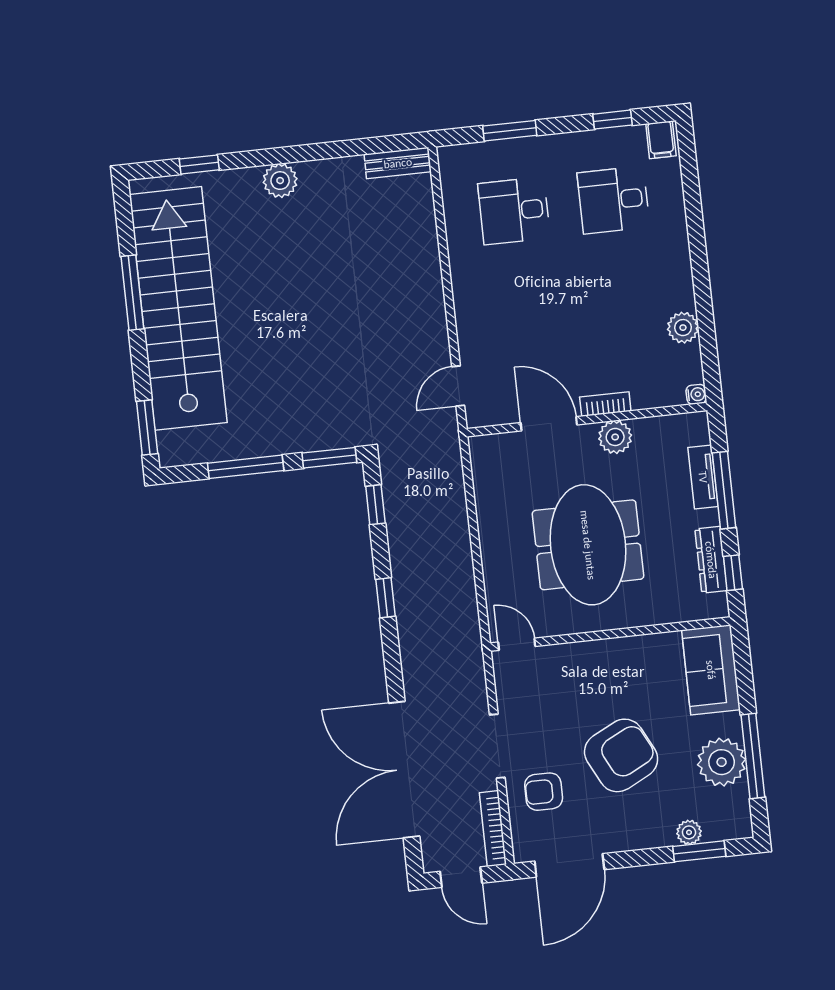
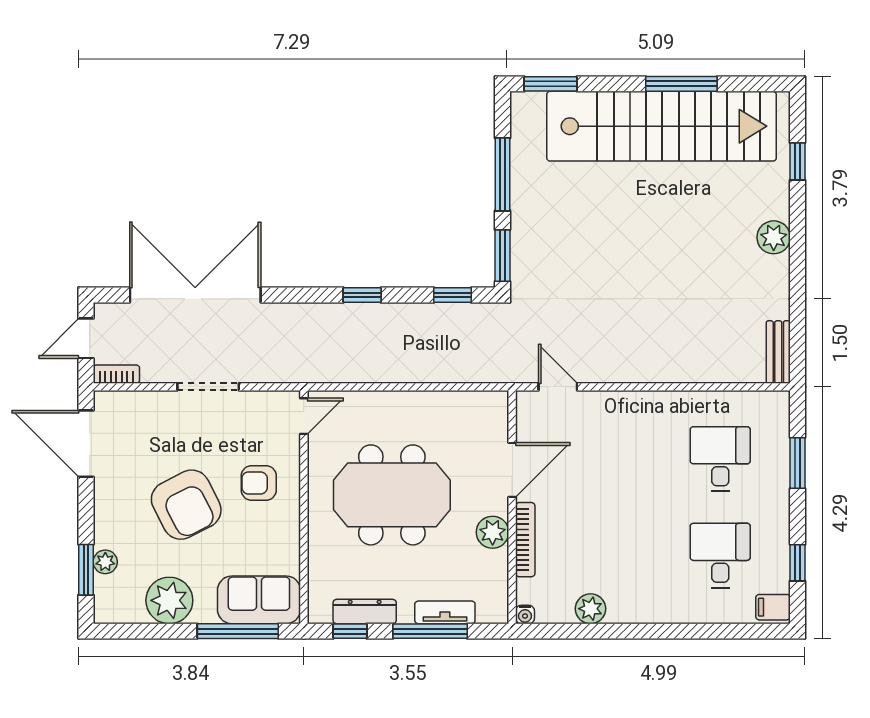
bookcase: (605, 404) -> (525, 540), width x1.56
window: (753, 756) -> (238, 631), moved
armchair: (544, 792) -> (259, 483), moved, turned -90
bookcase: (493, 829) -> (116, 374), width x0.64

